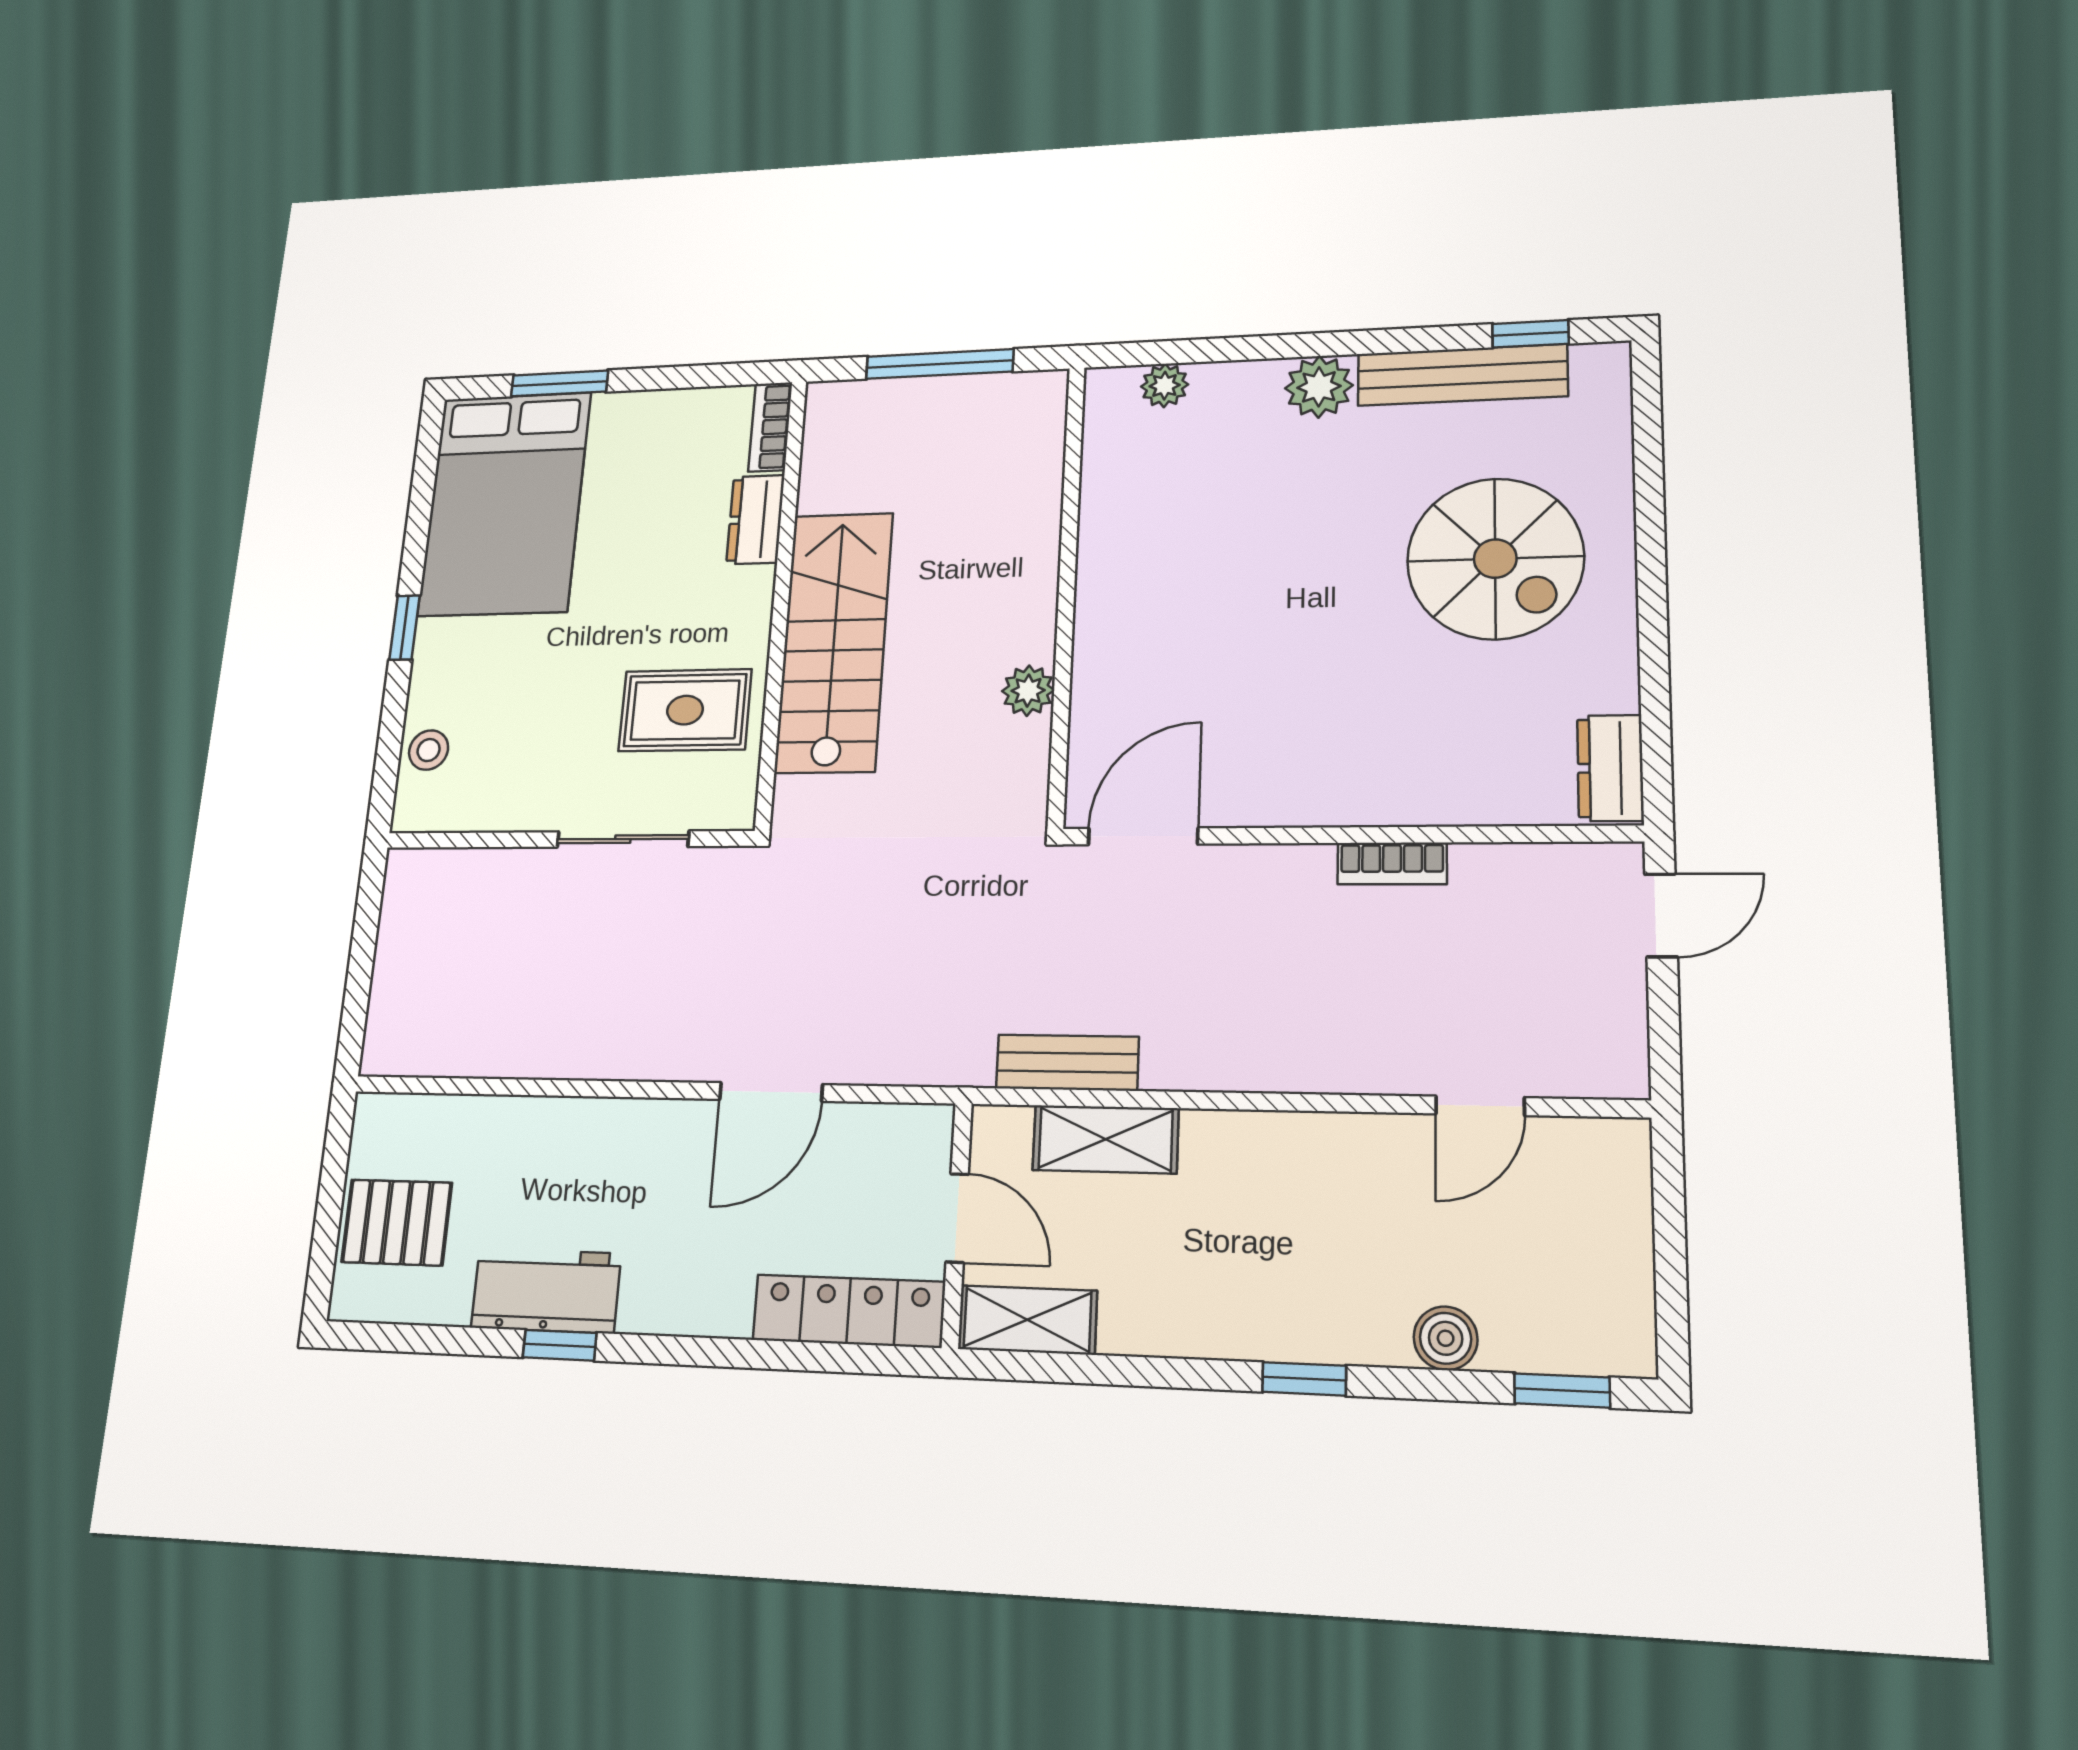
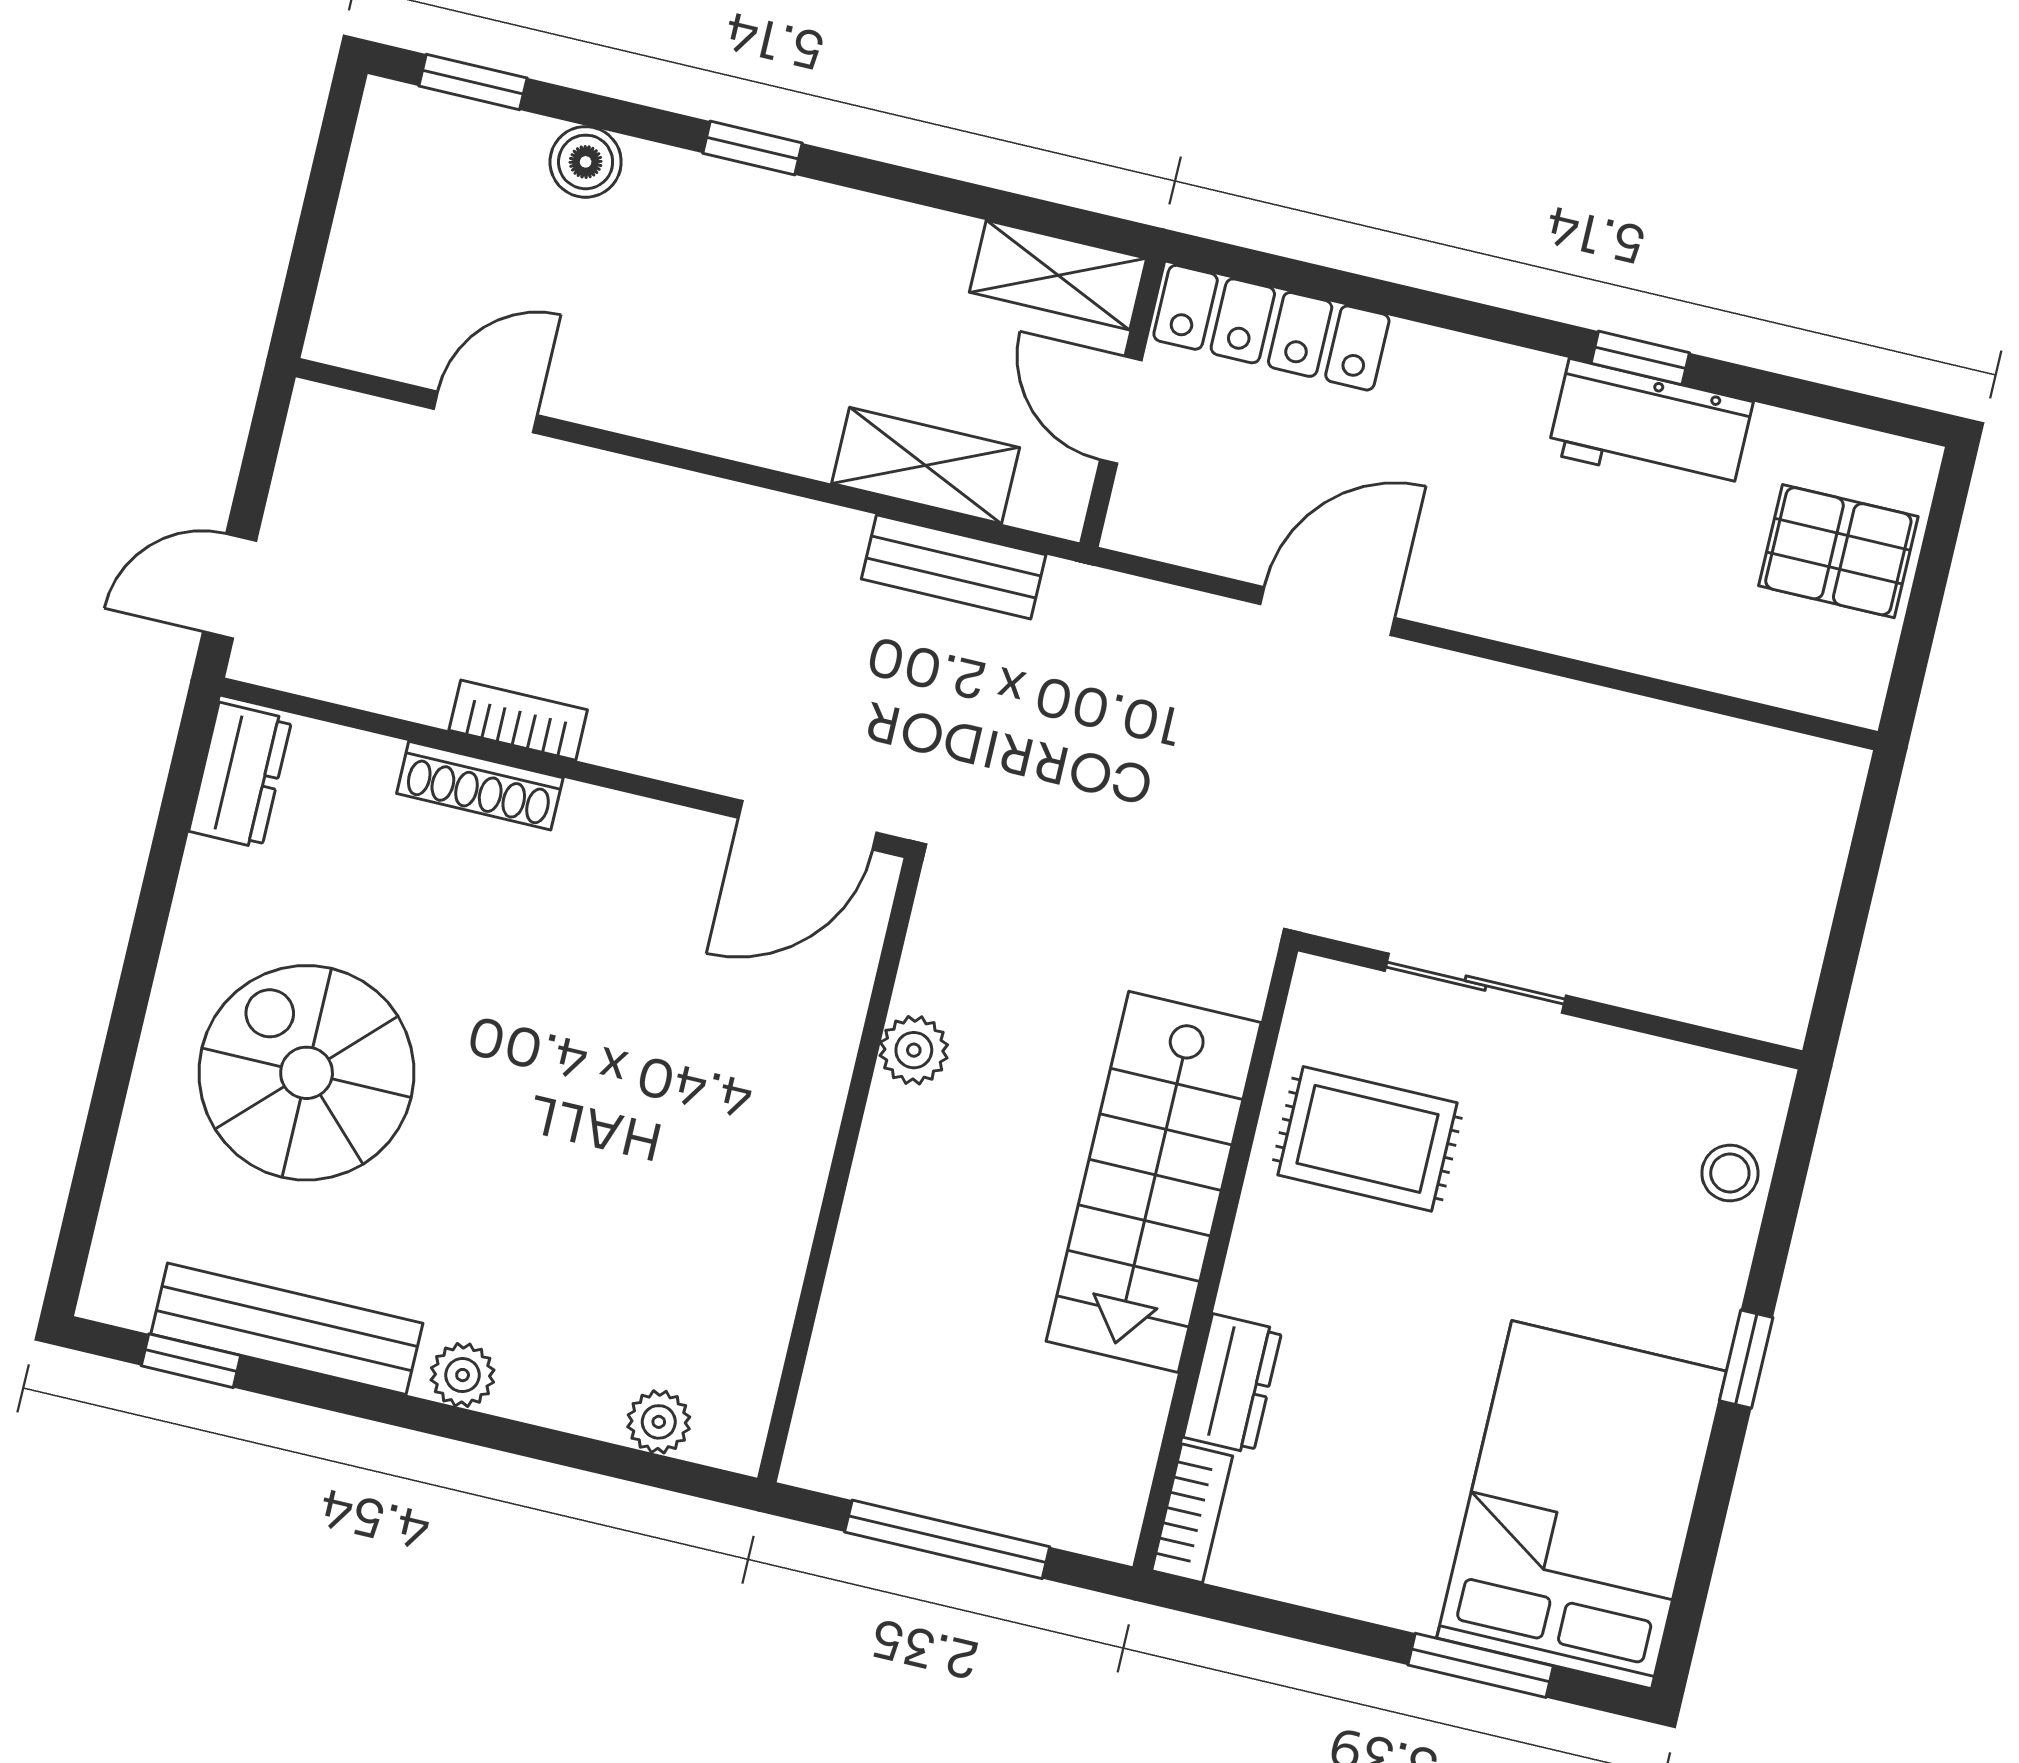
plant: (1319, 387) -> (463, 1375), width x0.73, depth x0.73
shoe rack: (1411, 806) -> (480, 786), added

